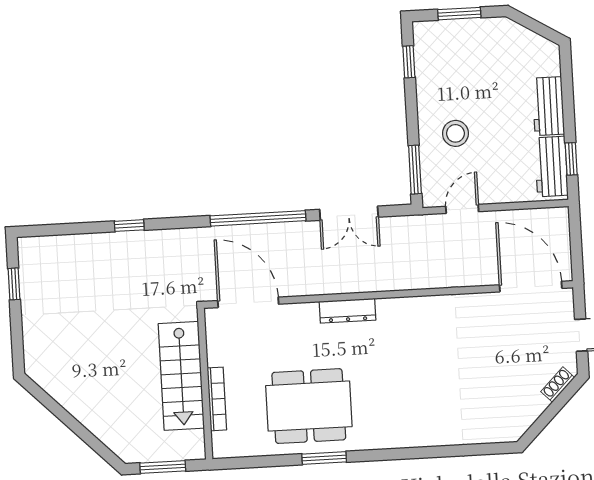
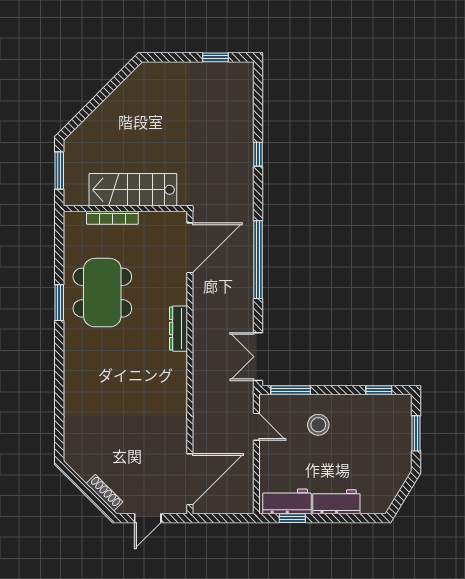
double door: (349, 213) -> (258, 357), moved
shoe rack: (558, 385) -> (104, 493), width x1.43

